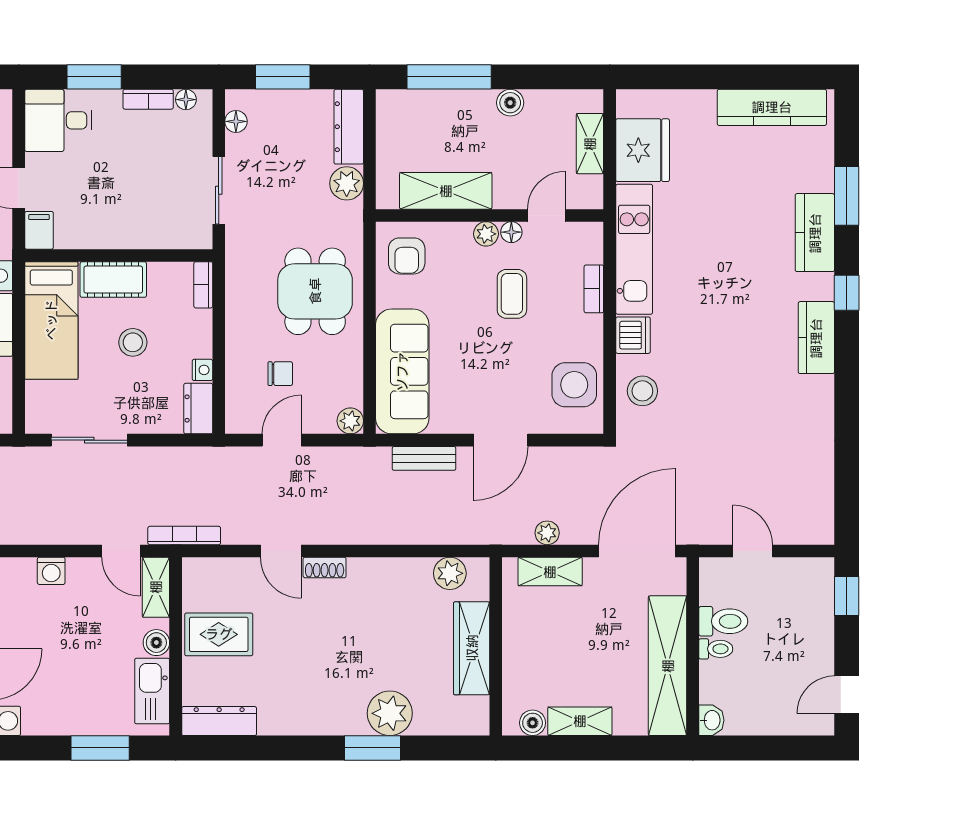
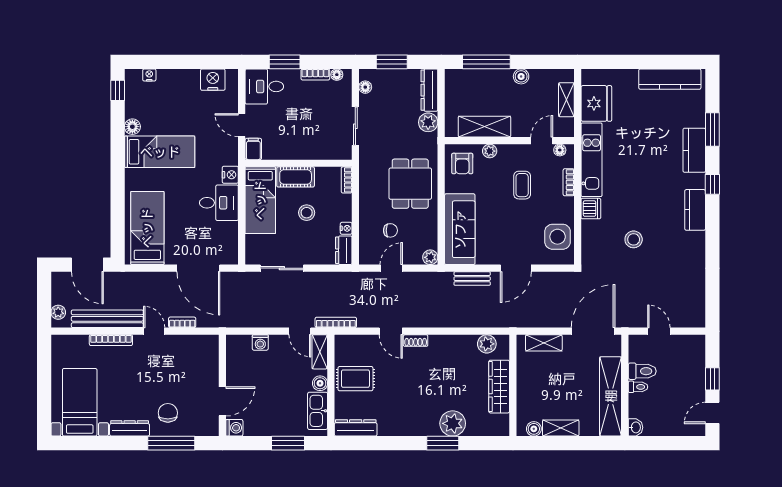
floor lamp: (511, 232) -> (560, 150), moved
plant: (486, 234) -> (490, 151), moved
stool: (642, 391) -> (634, 239), moved
plant: (547, 533) -> (542, 321), removed
window: (847, 596) -> (712, 379), moved

